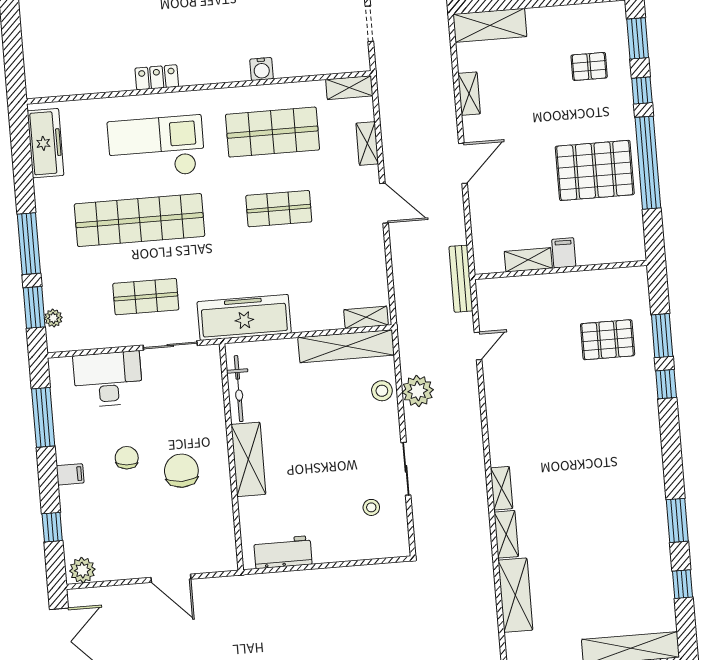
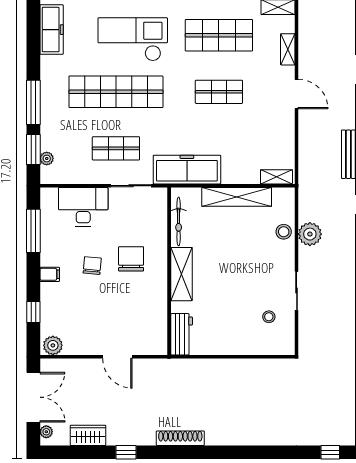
shelving: (346, 346) -> (237, 197), moved
chair: (181, 471) -> (131, 259), moved
workbench: (283, 552) -> (182, 334), moved, turned 90

